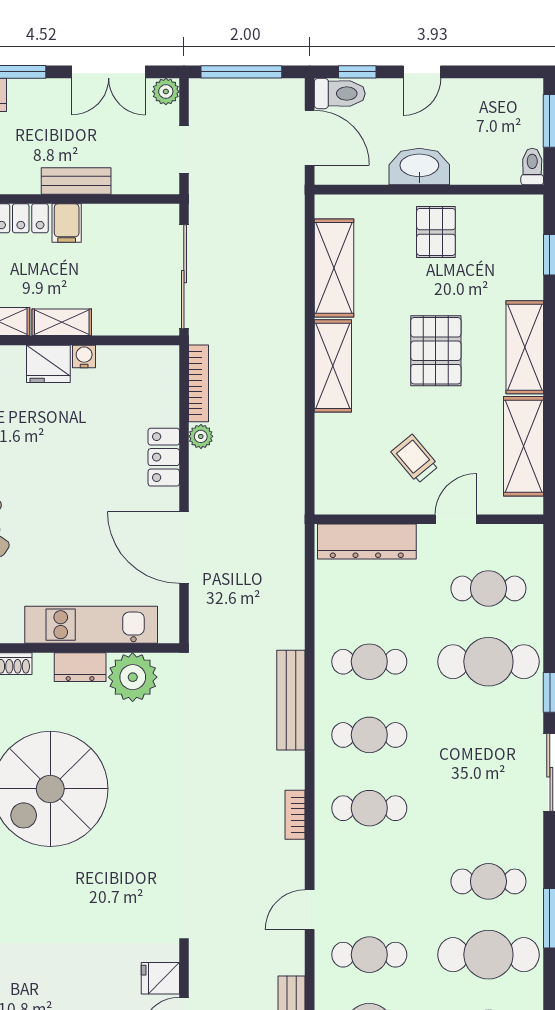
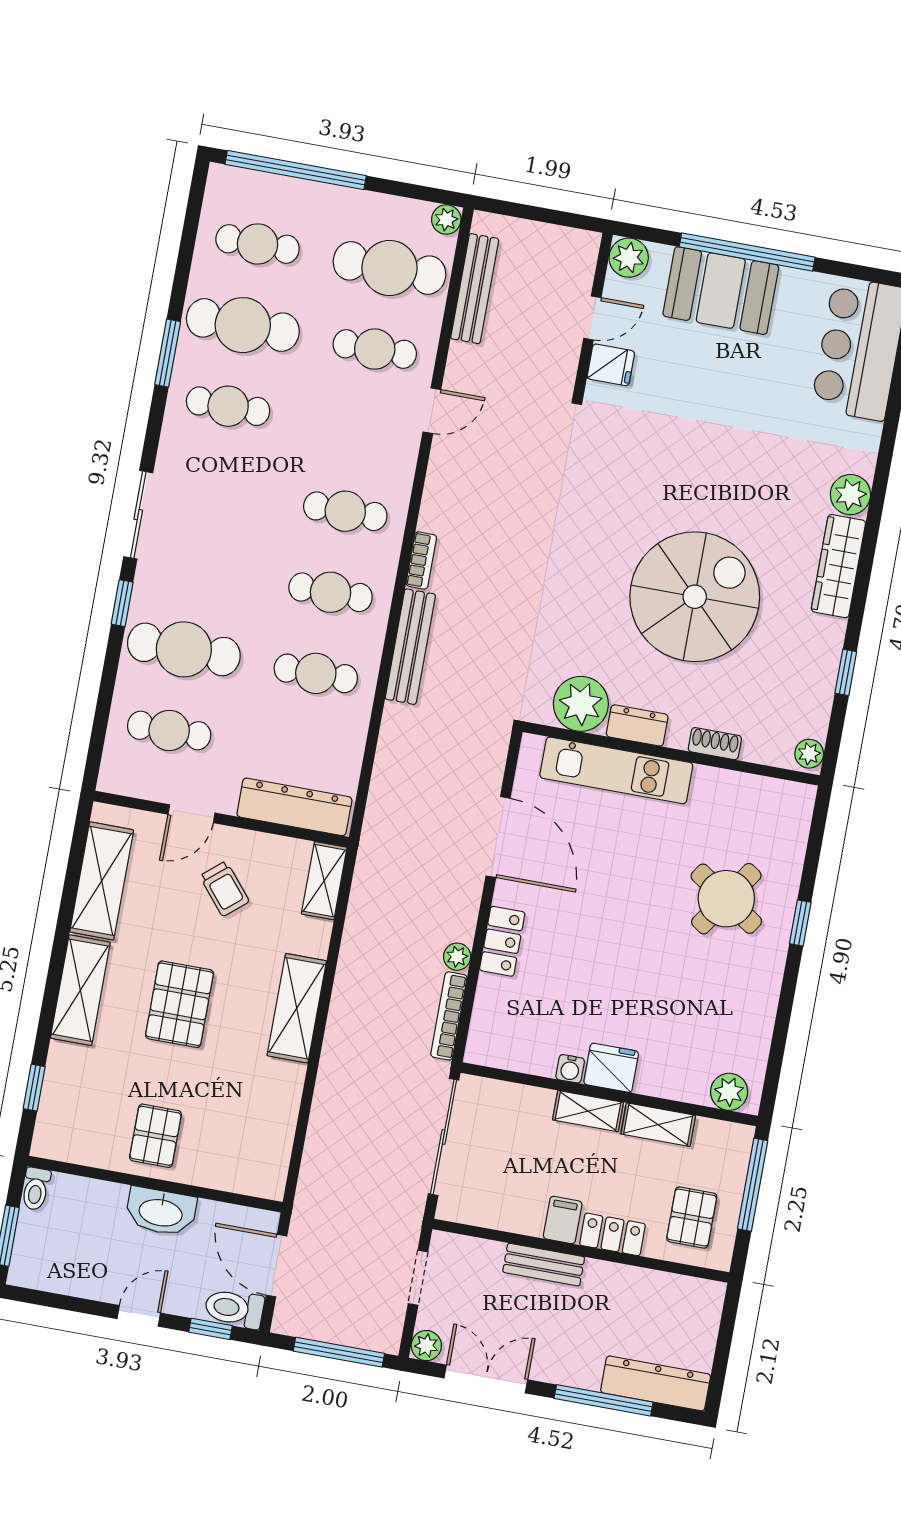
shelving: (334, 268) -> (324, 881), moved, width x0.67, depth x0.75
bookcase: (295, 815) -> (421, 560), moved

